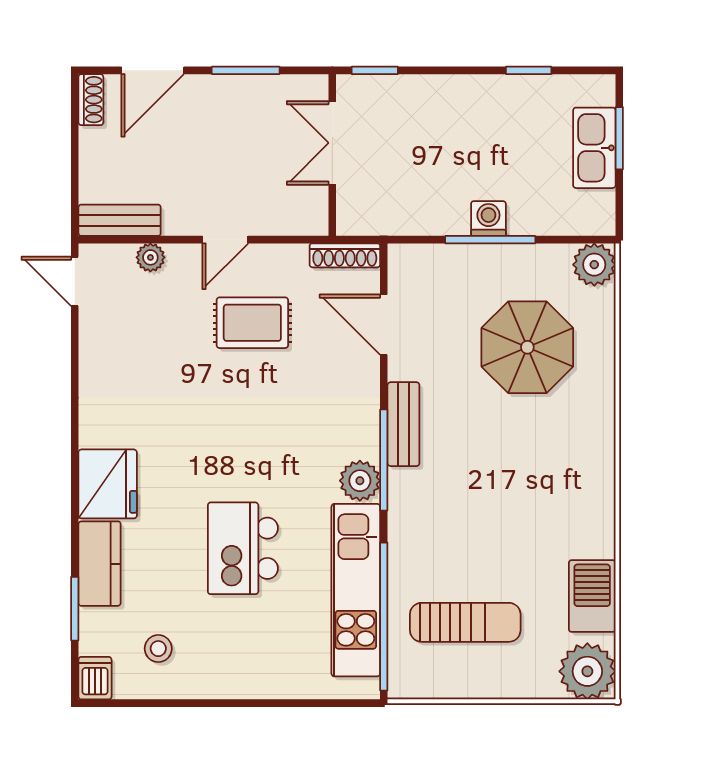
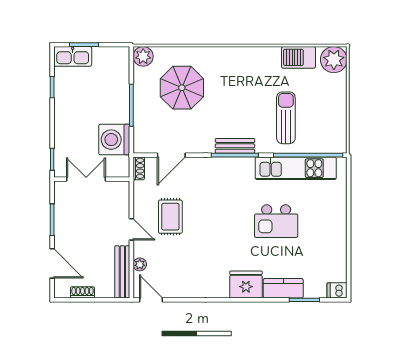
shoe rack: (91, 100) -> (82, 292), moved
double door: (332, 143) -> (86, 179), swing flipped
kitchen sink: (594, 148) -> (73, 56), moved
washing machine: (488, 219) -> (114, 140), moved, width x1.89, depth x1.89
bench: (120, 220) -> (122, 272), width x1.36
shoe rack: (345, 255) -> (139, 168), width x0.70
door: (75, 281) -> (151, 300), swing flipped
bench: (403, 424) -> (235, 146), moved
plant: (360, 481) -> (244, 166), removed
sun lounger: (465, 622) -> (286, 118), moved
stool: (158, 649) -> (323, 261), removed

